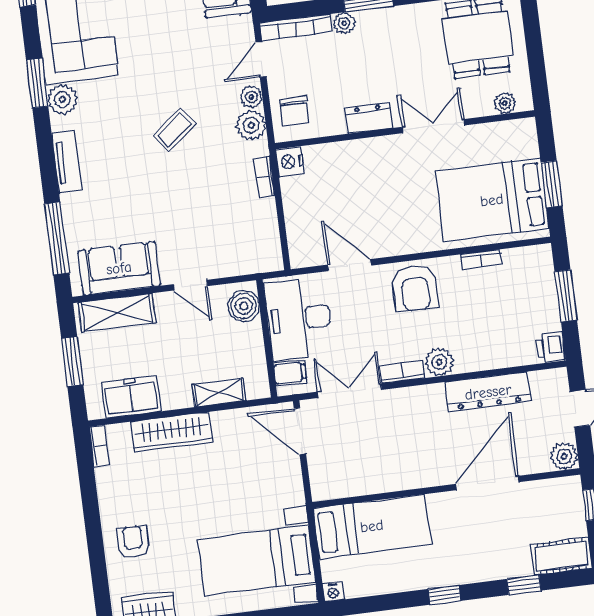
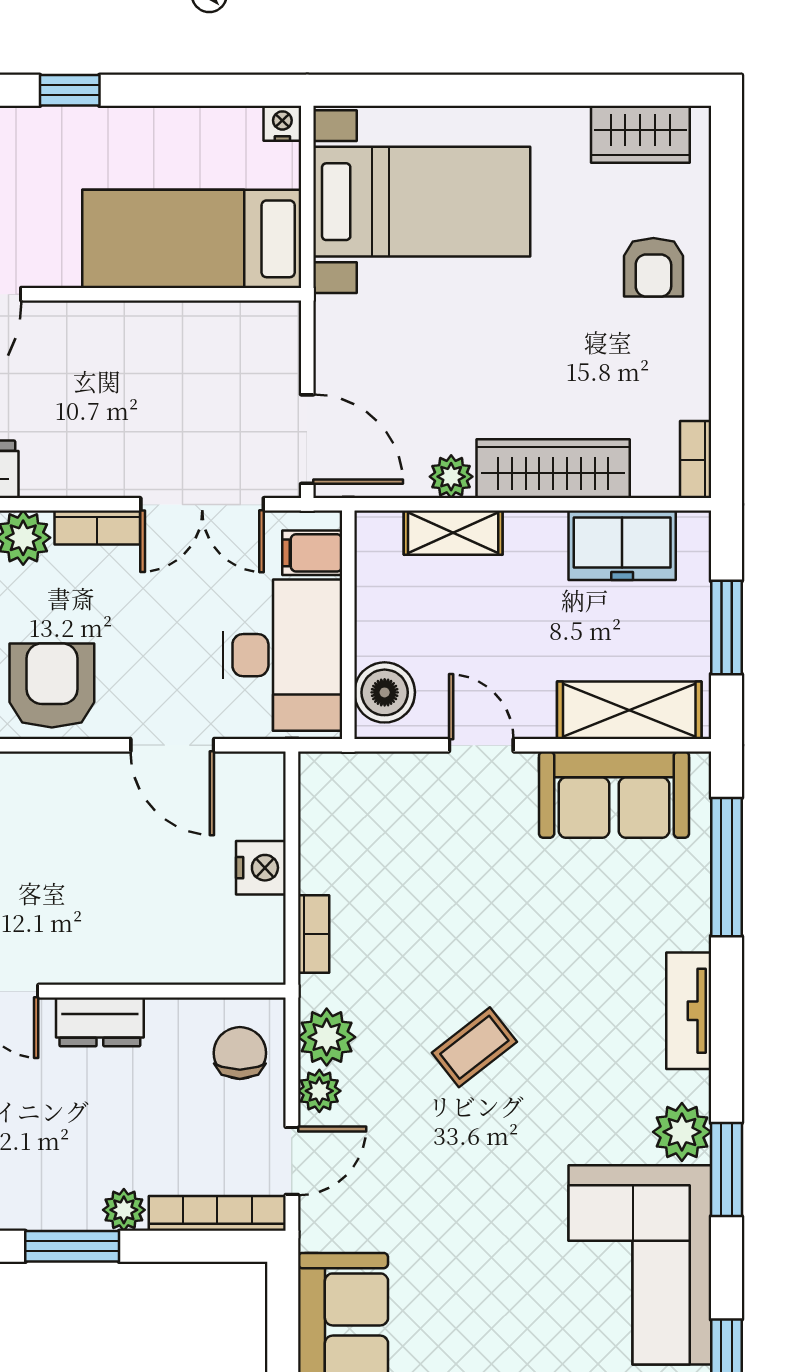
nightstand: (290, 162) -> (261, 868), moved
plant: (224, 421) -> (451, 477), added

